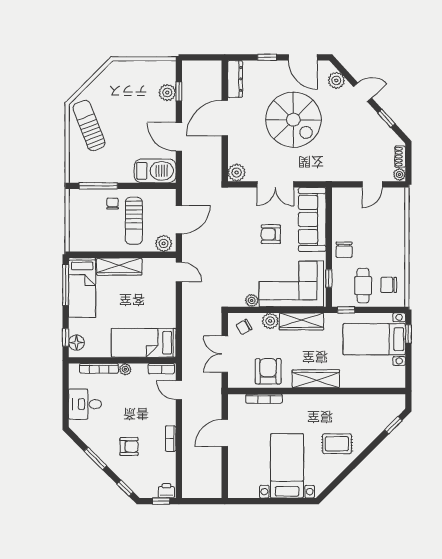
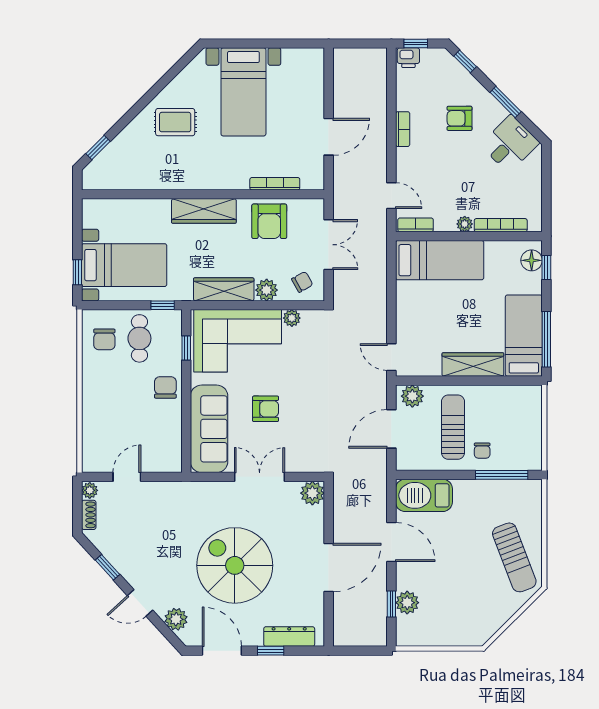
dresser: (235, 79) -> (289, 637), moved, turned 90
chair: (389, 285) -> (104, 339), turned 90
desk: (85, 404) -> (510, 144), moved, turned -45

